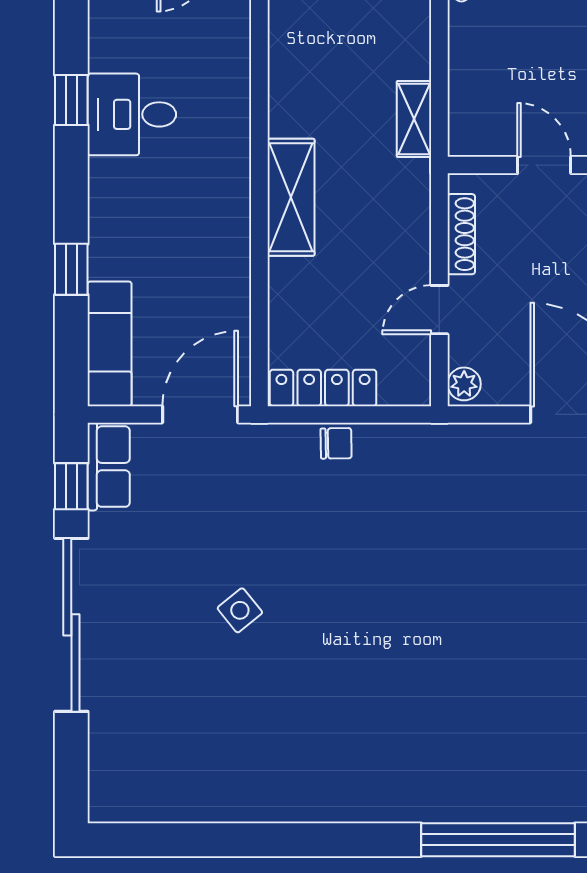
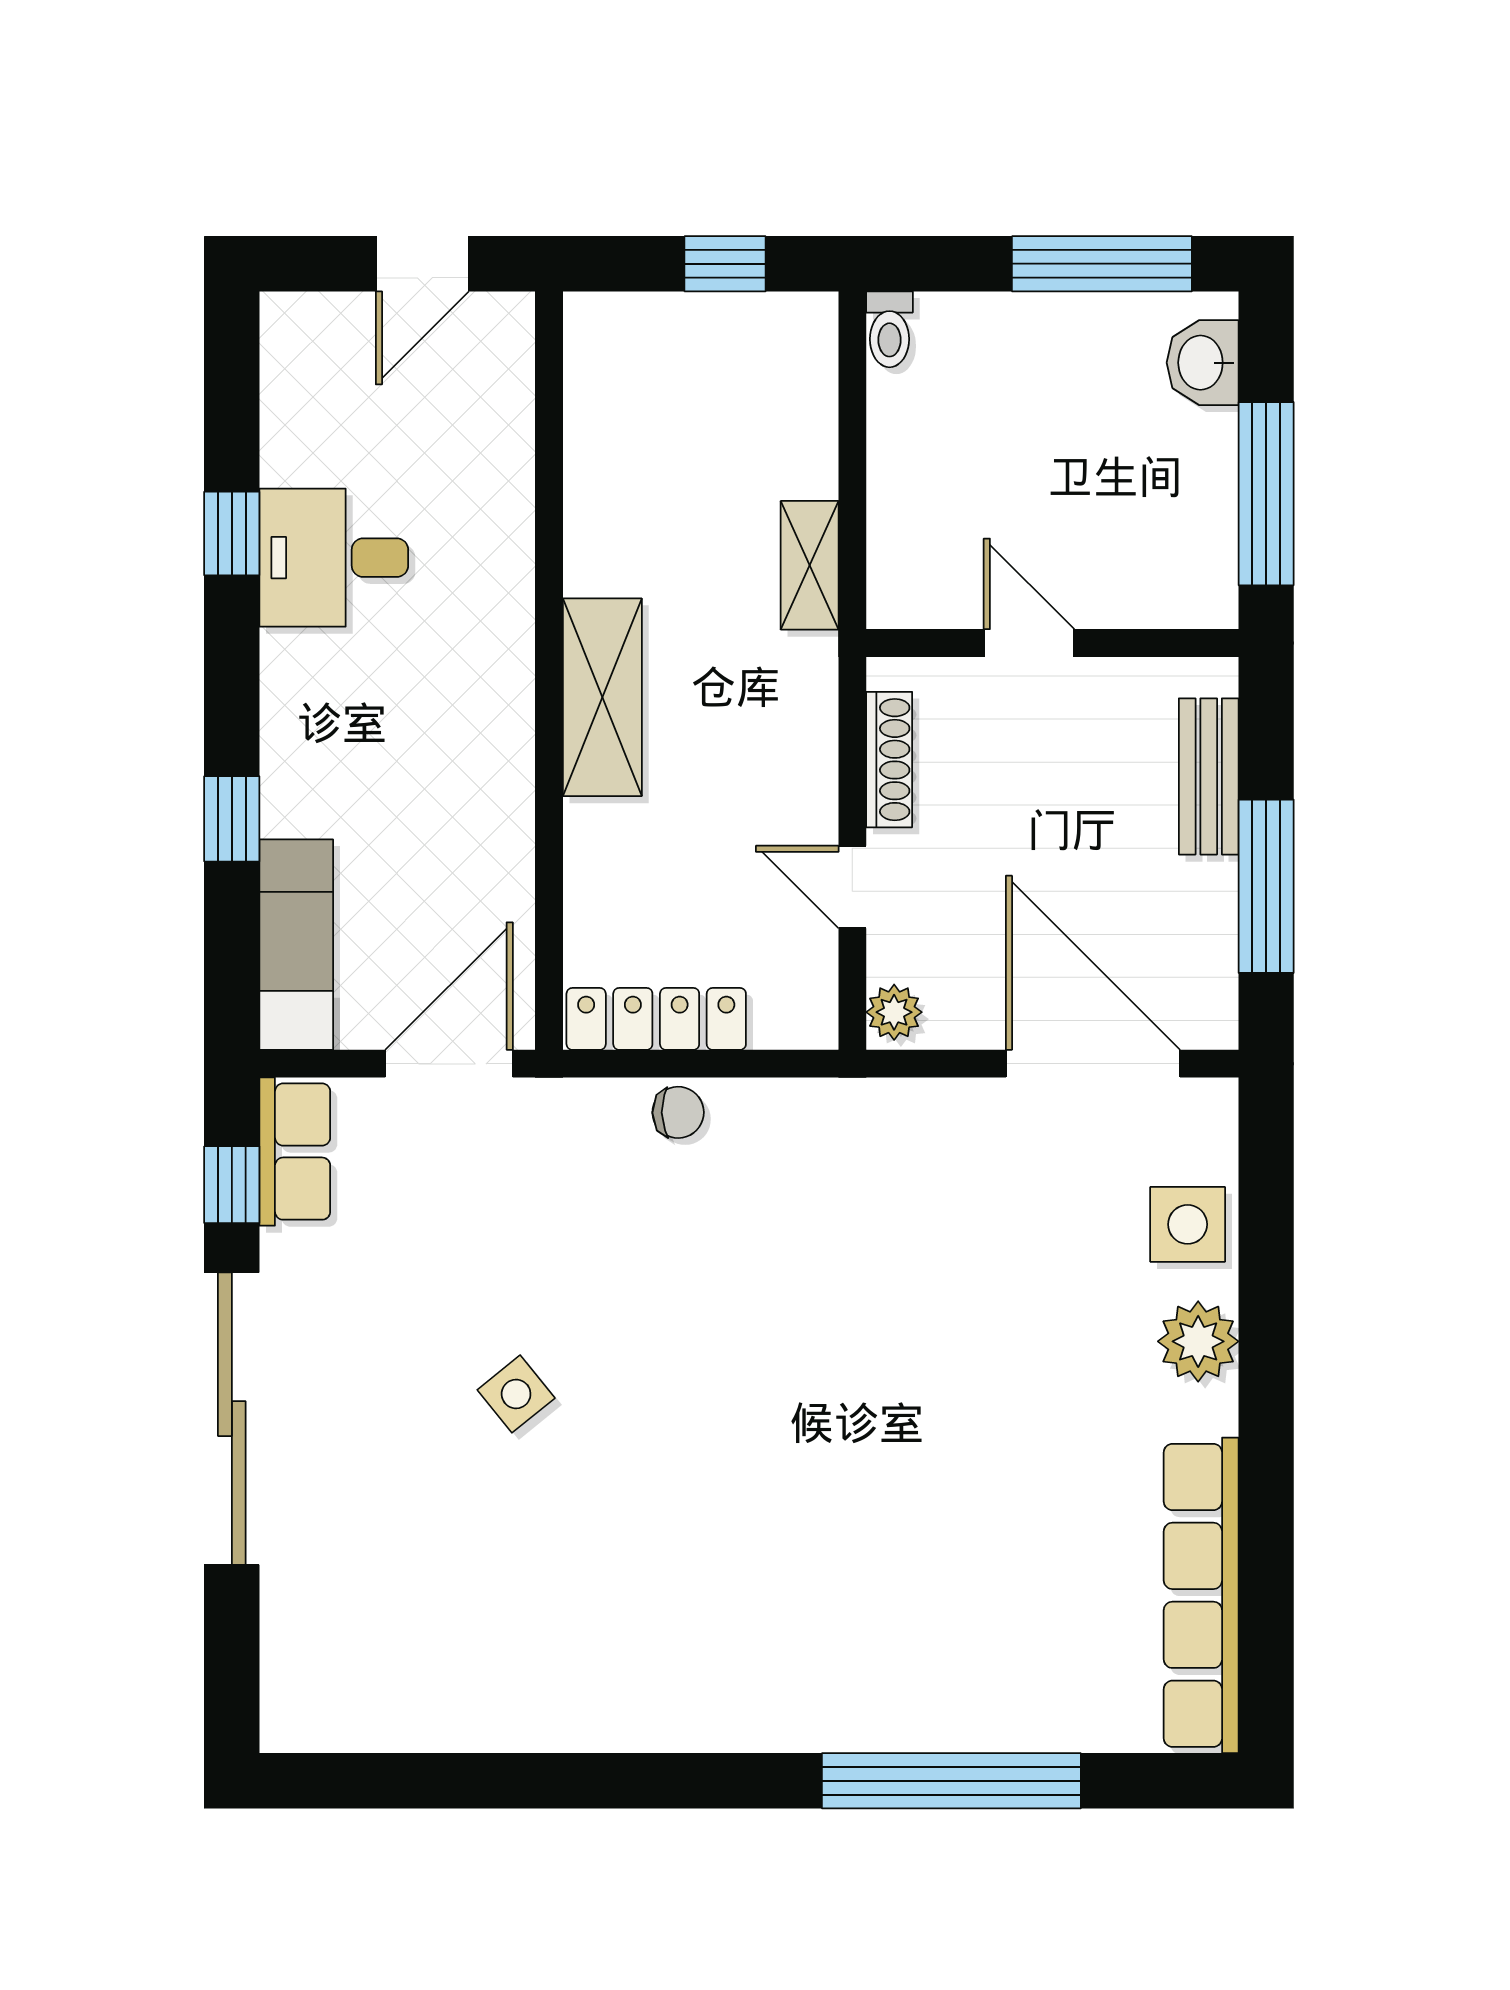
door: (439, 310) -> (852, 887), hinge flipped

